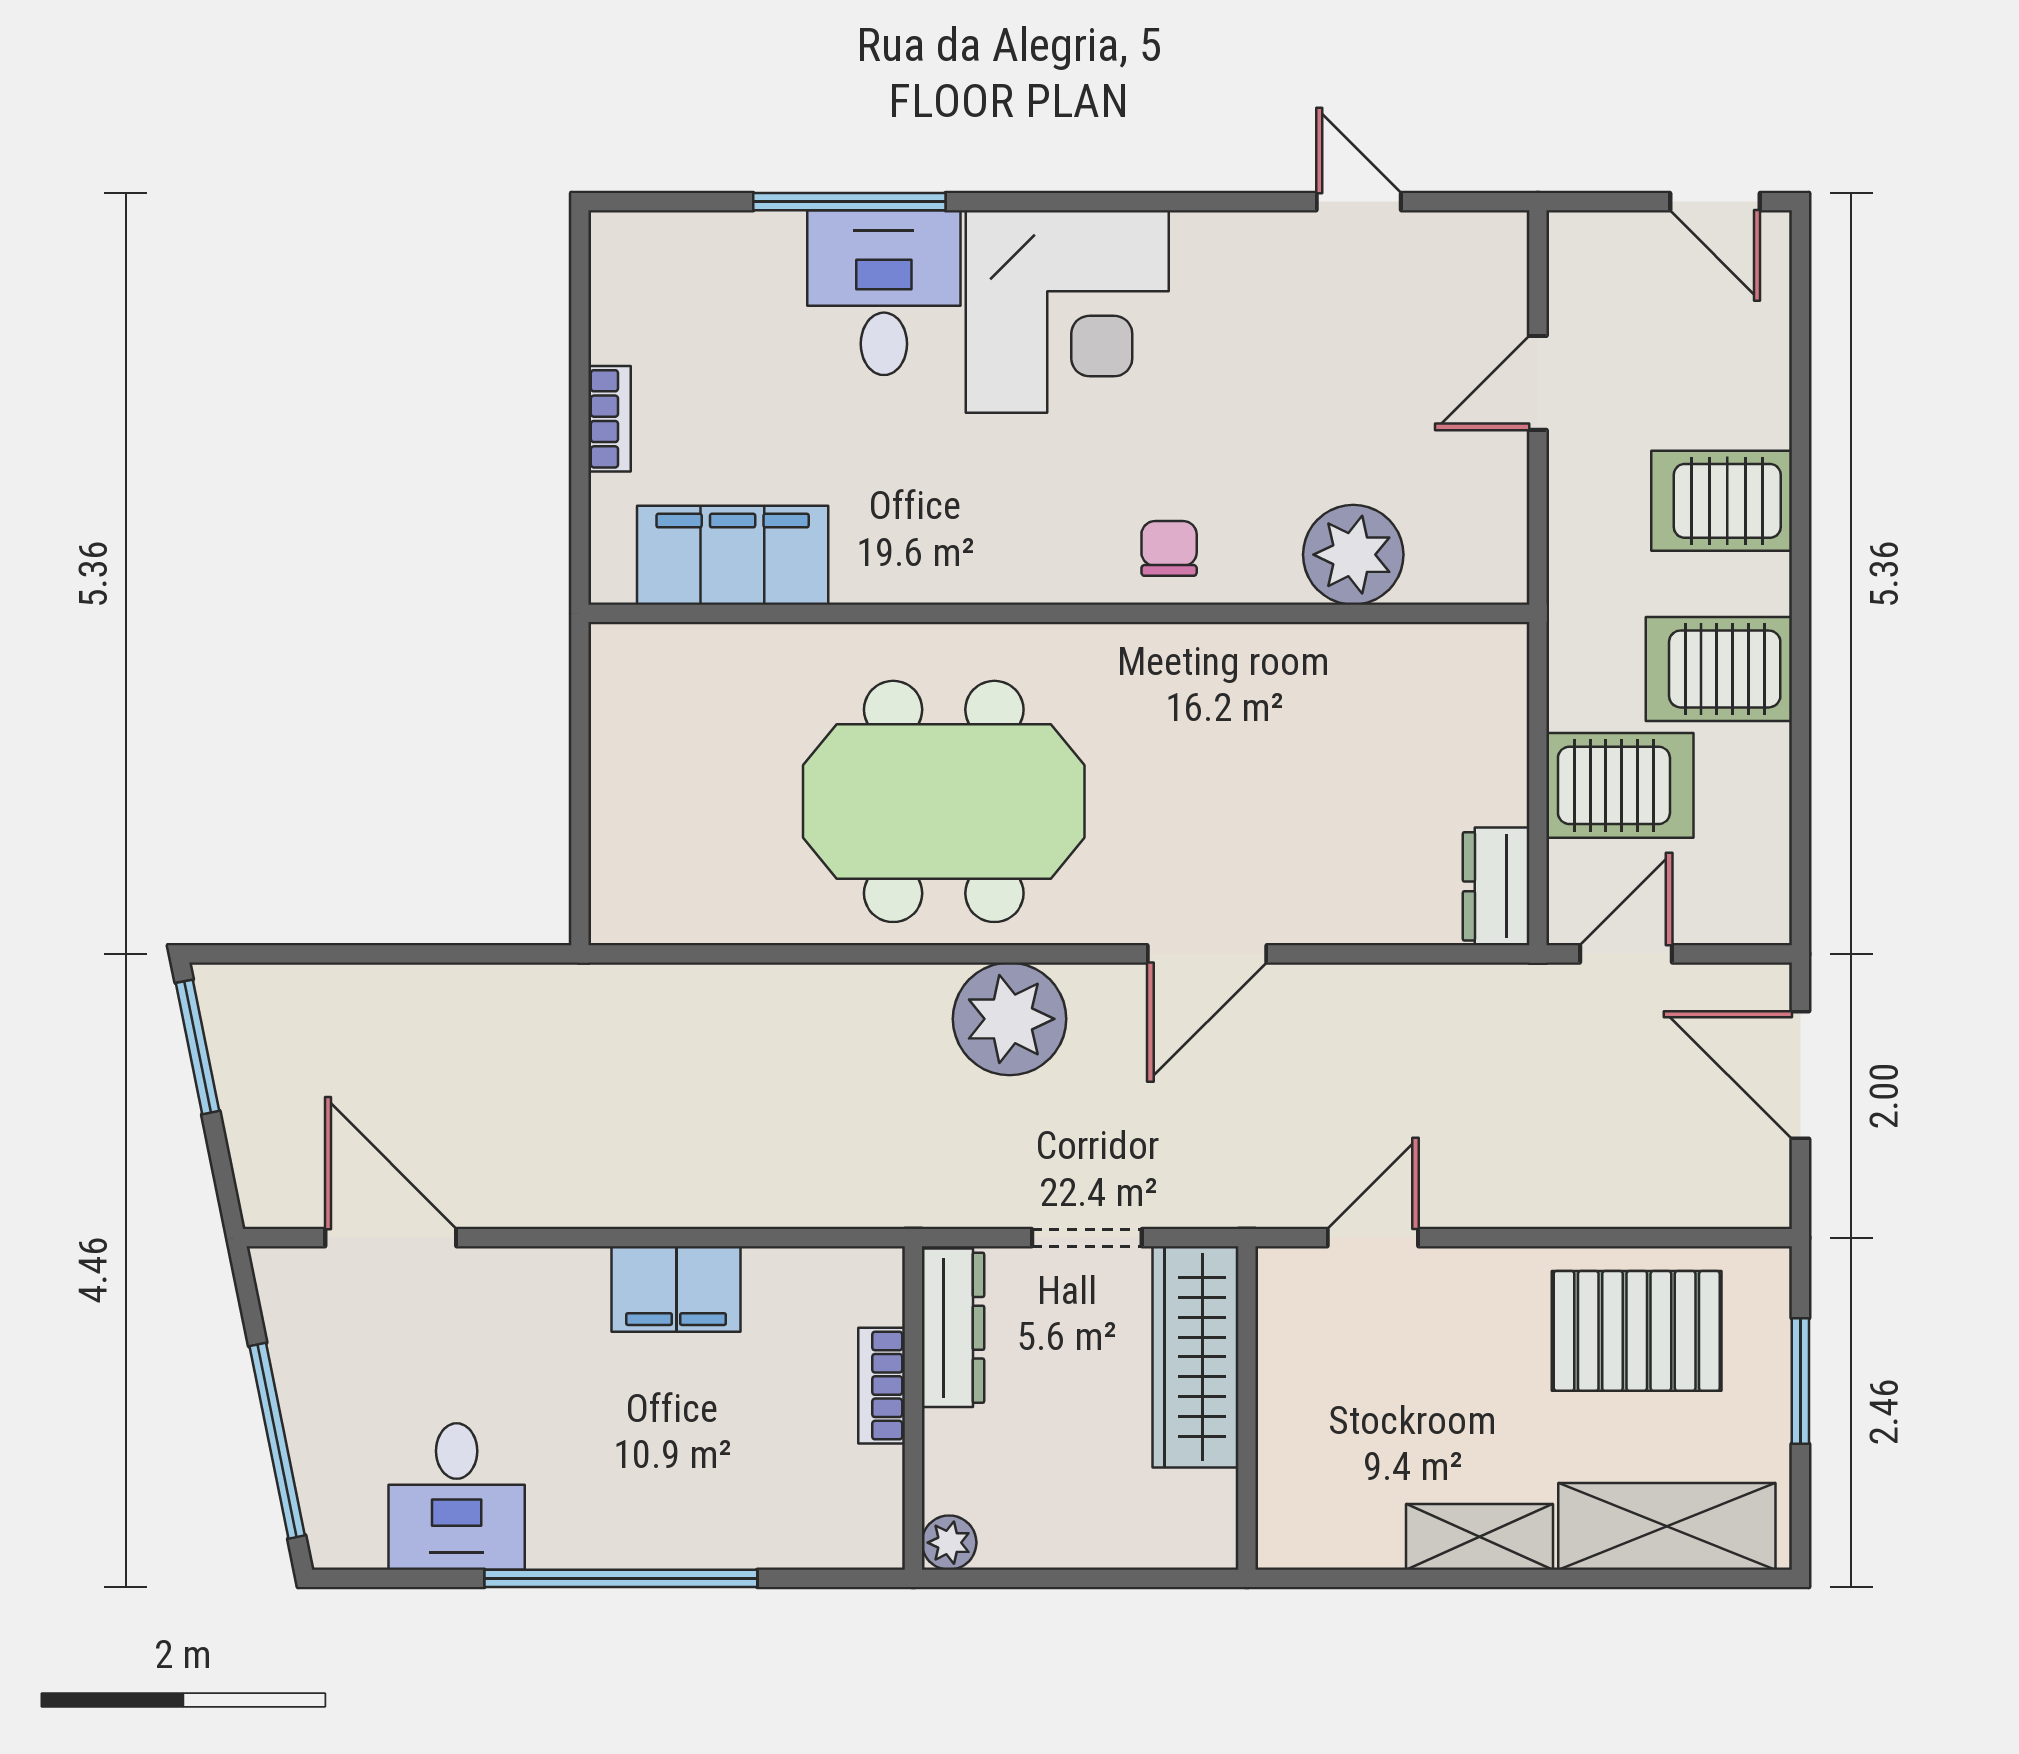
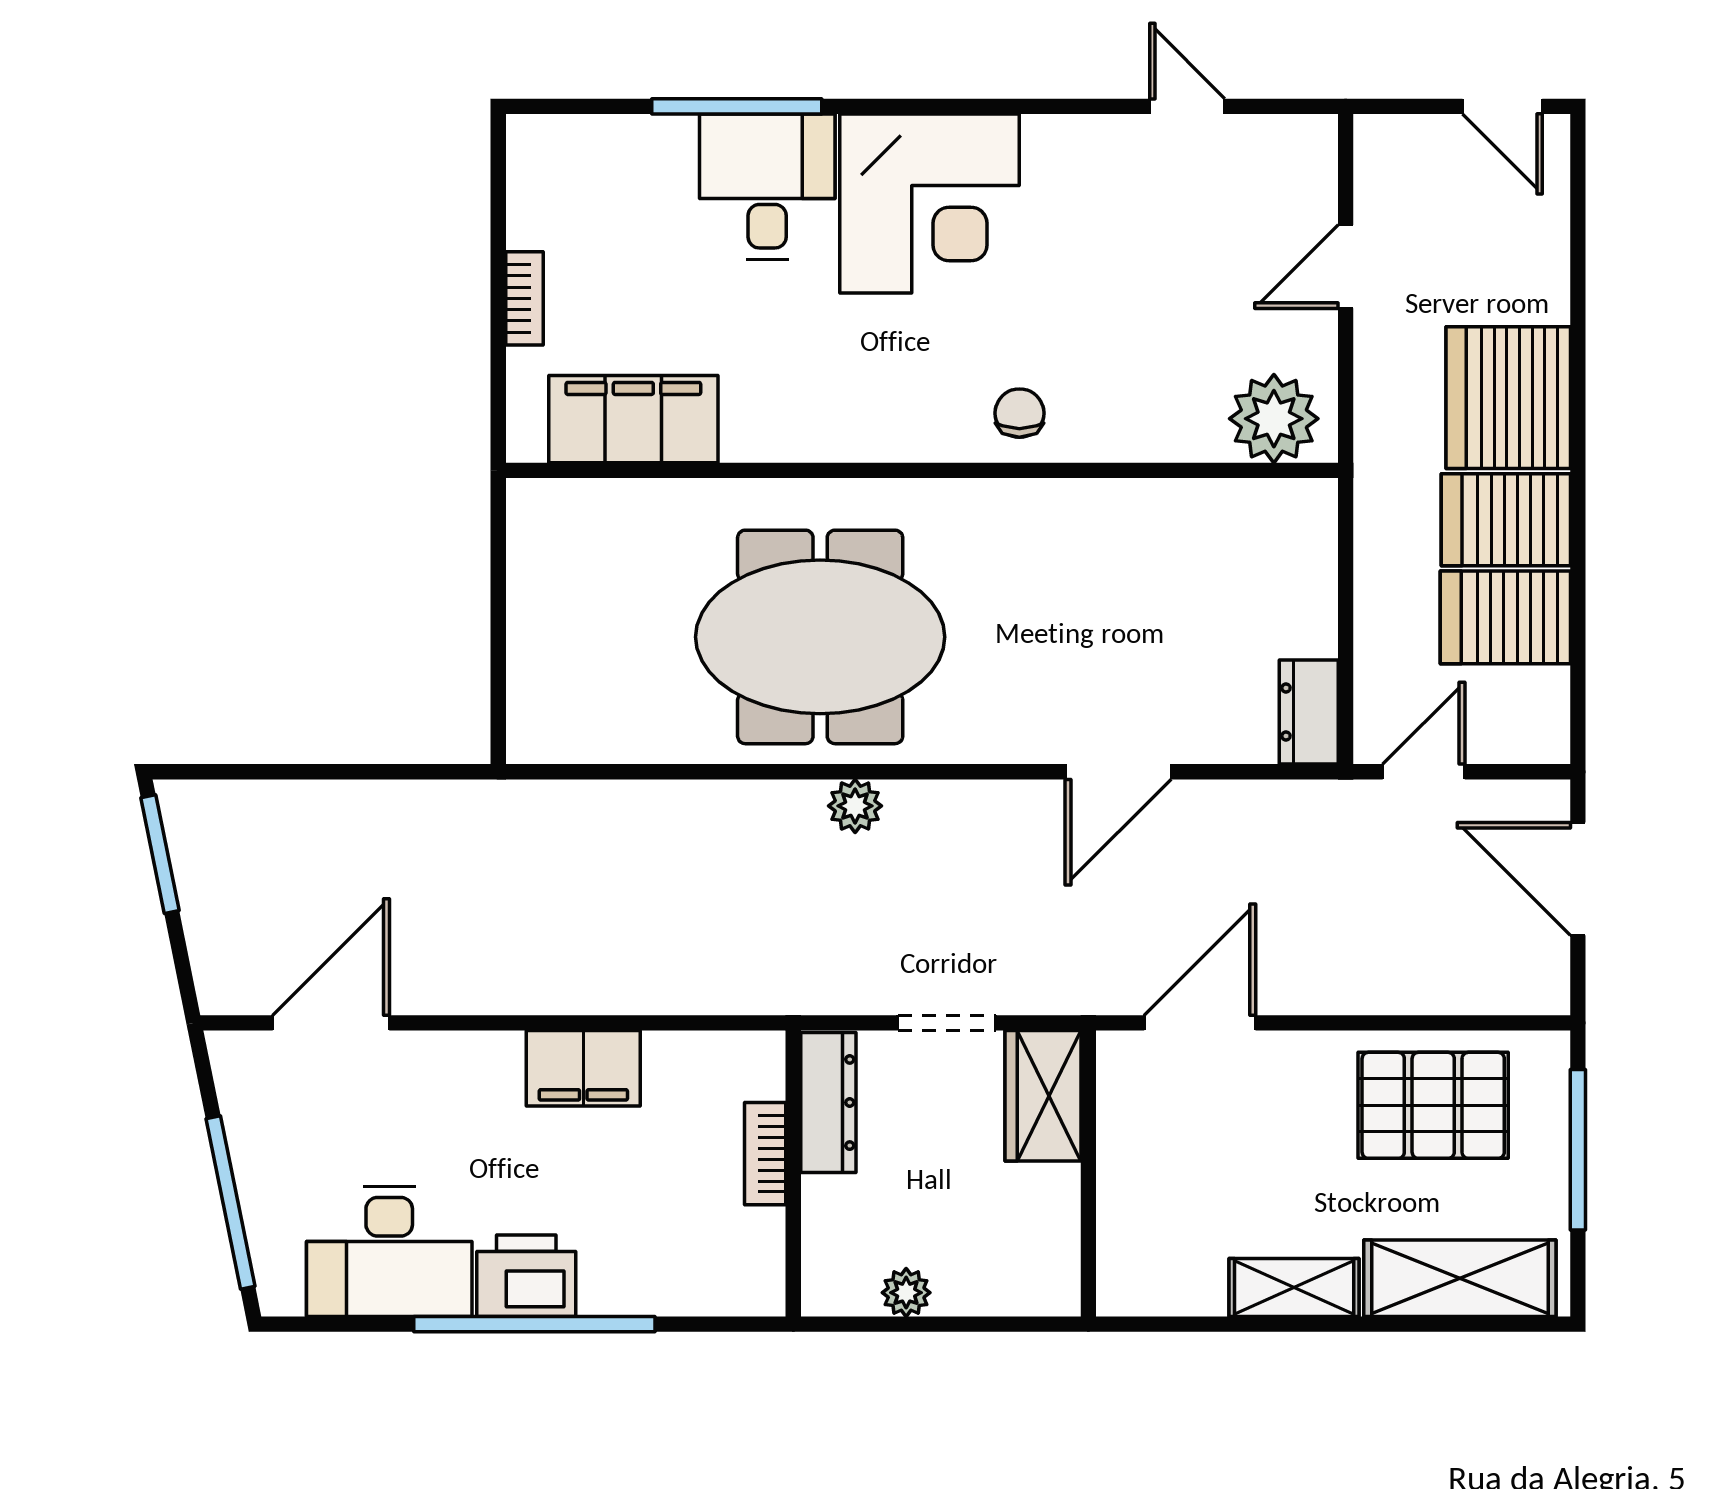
server rack: (1722, 501) -> (1508, 398), width x1.60
plant: (1353, 555) -> (1274, 419), moved
server rack: (1620, 785) -> (1505, 617), moved, turned 180
door: (1207, 954) -> (1118, 772), moved
plant: (1010, 1019) -> (855, 806), width x0.53, depth x0.53
door: (391, 1238) -> (331, 1023), hinge flipped
door: (1373, 1238) -> (1200, 1023), width x1.37
wardrobe: (1196, 1357) -> (1043, 1096), width x0.67
window: (1800, 1381) -> (1578, 1150), width x1.44
desk: (457, 1496) -> (389, 1252), width x1.37
printer: (611, 1524) -> (526, 1276), added
plant: (949, 1543) -> (906, 1293), moved

